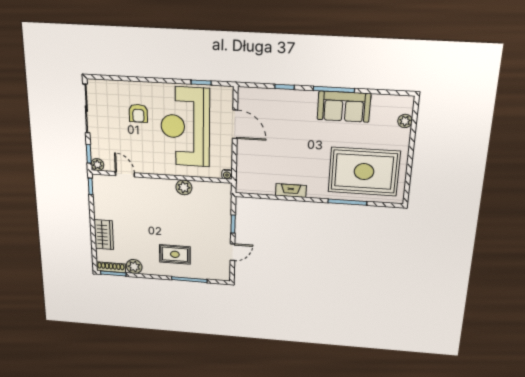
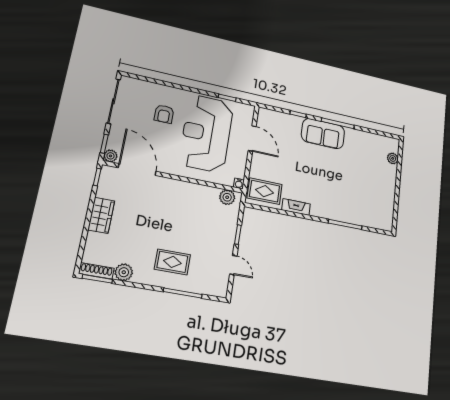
sofa: (344, 107) -> (323, 134), moved
rug: (364, 172) -> (265, 191), moved, width x0.54, depth x0.49
door: (125, 174) -> (137, 170), width x1.87
plant: (184, 187) -> (227, 197), moved
wardrobe: (104, 235) -> (101, 215), moved
door: (232, 252) -> (233, 265), hinge flipped

